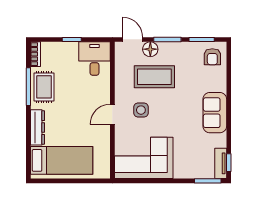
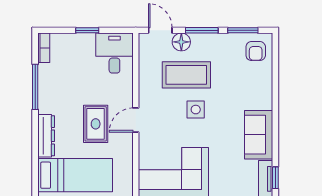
rug: (44, 87) -> (96, 124), moved
side table: (141, 110) -> (196, 110), moved
sofa: (215, 113) -> (259, 135), moved

